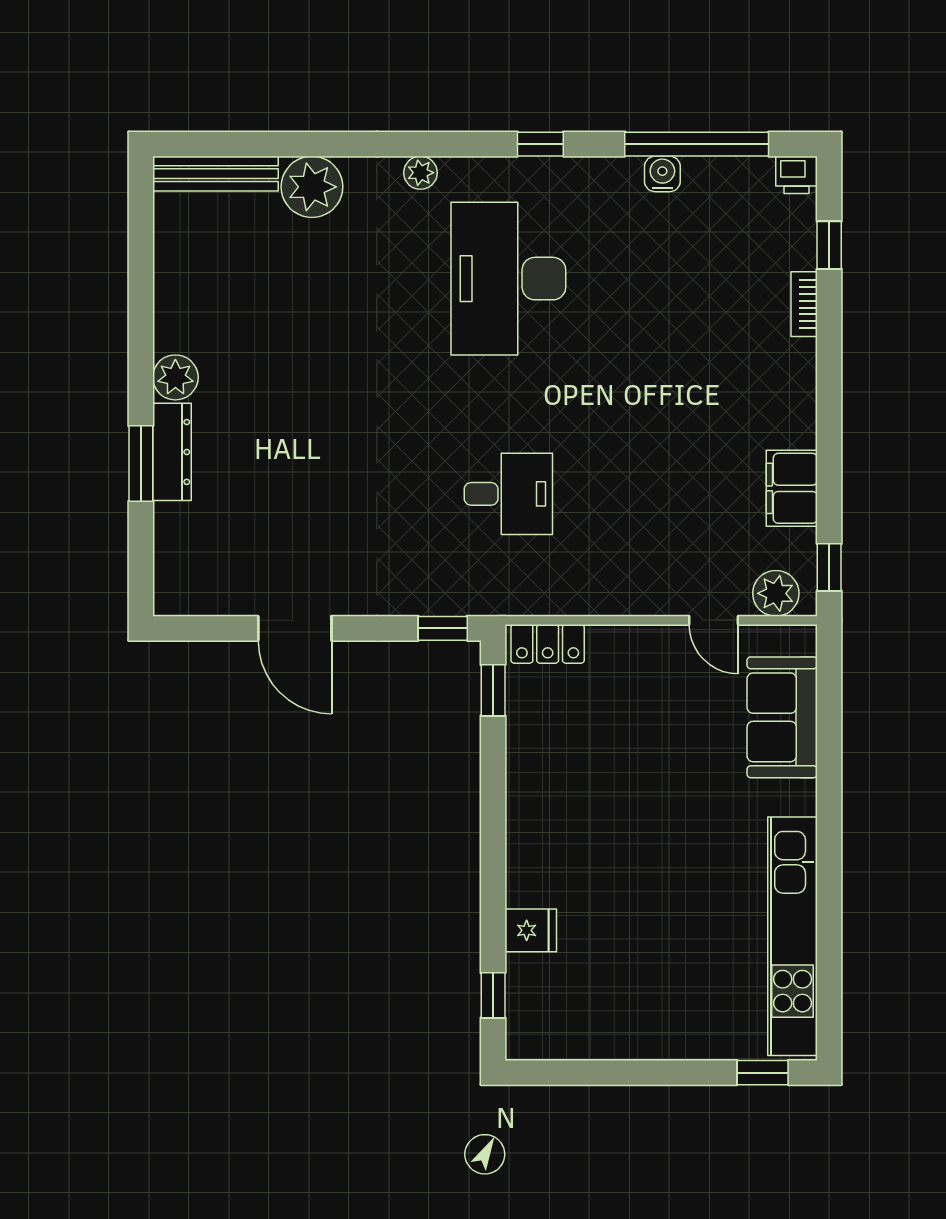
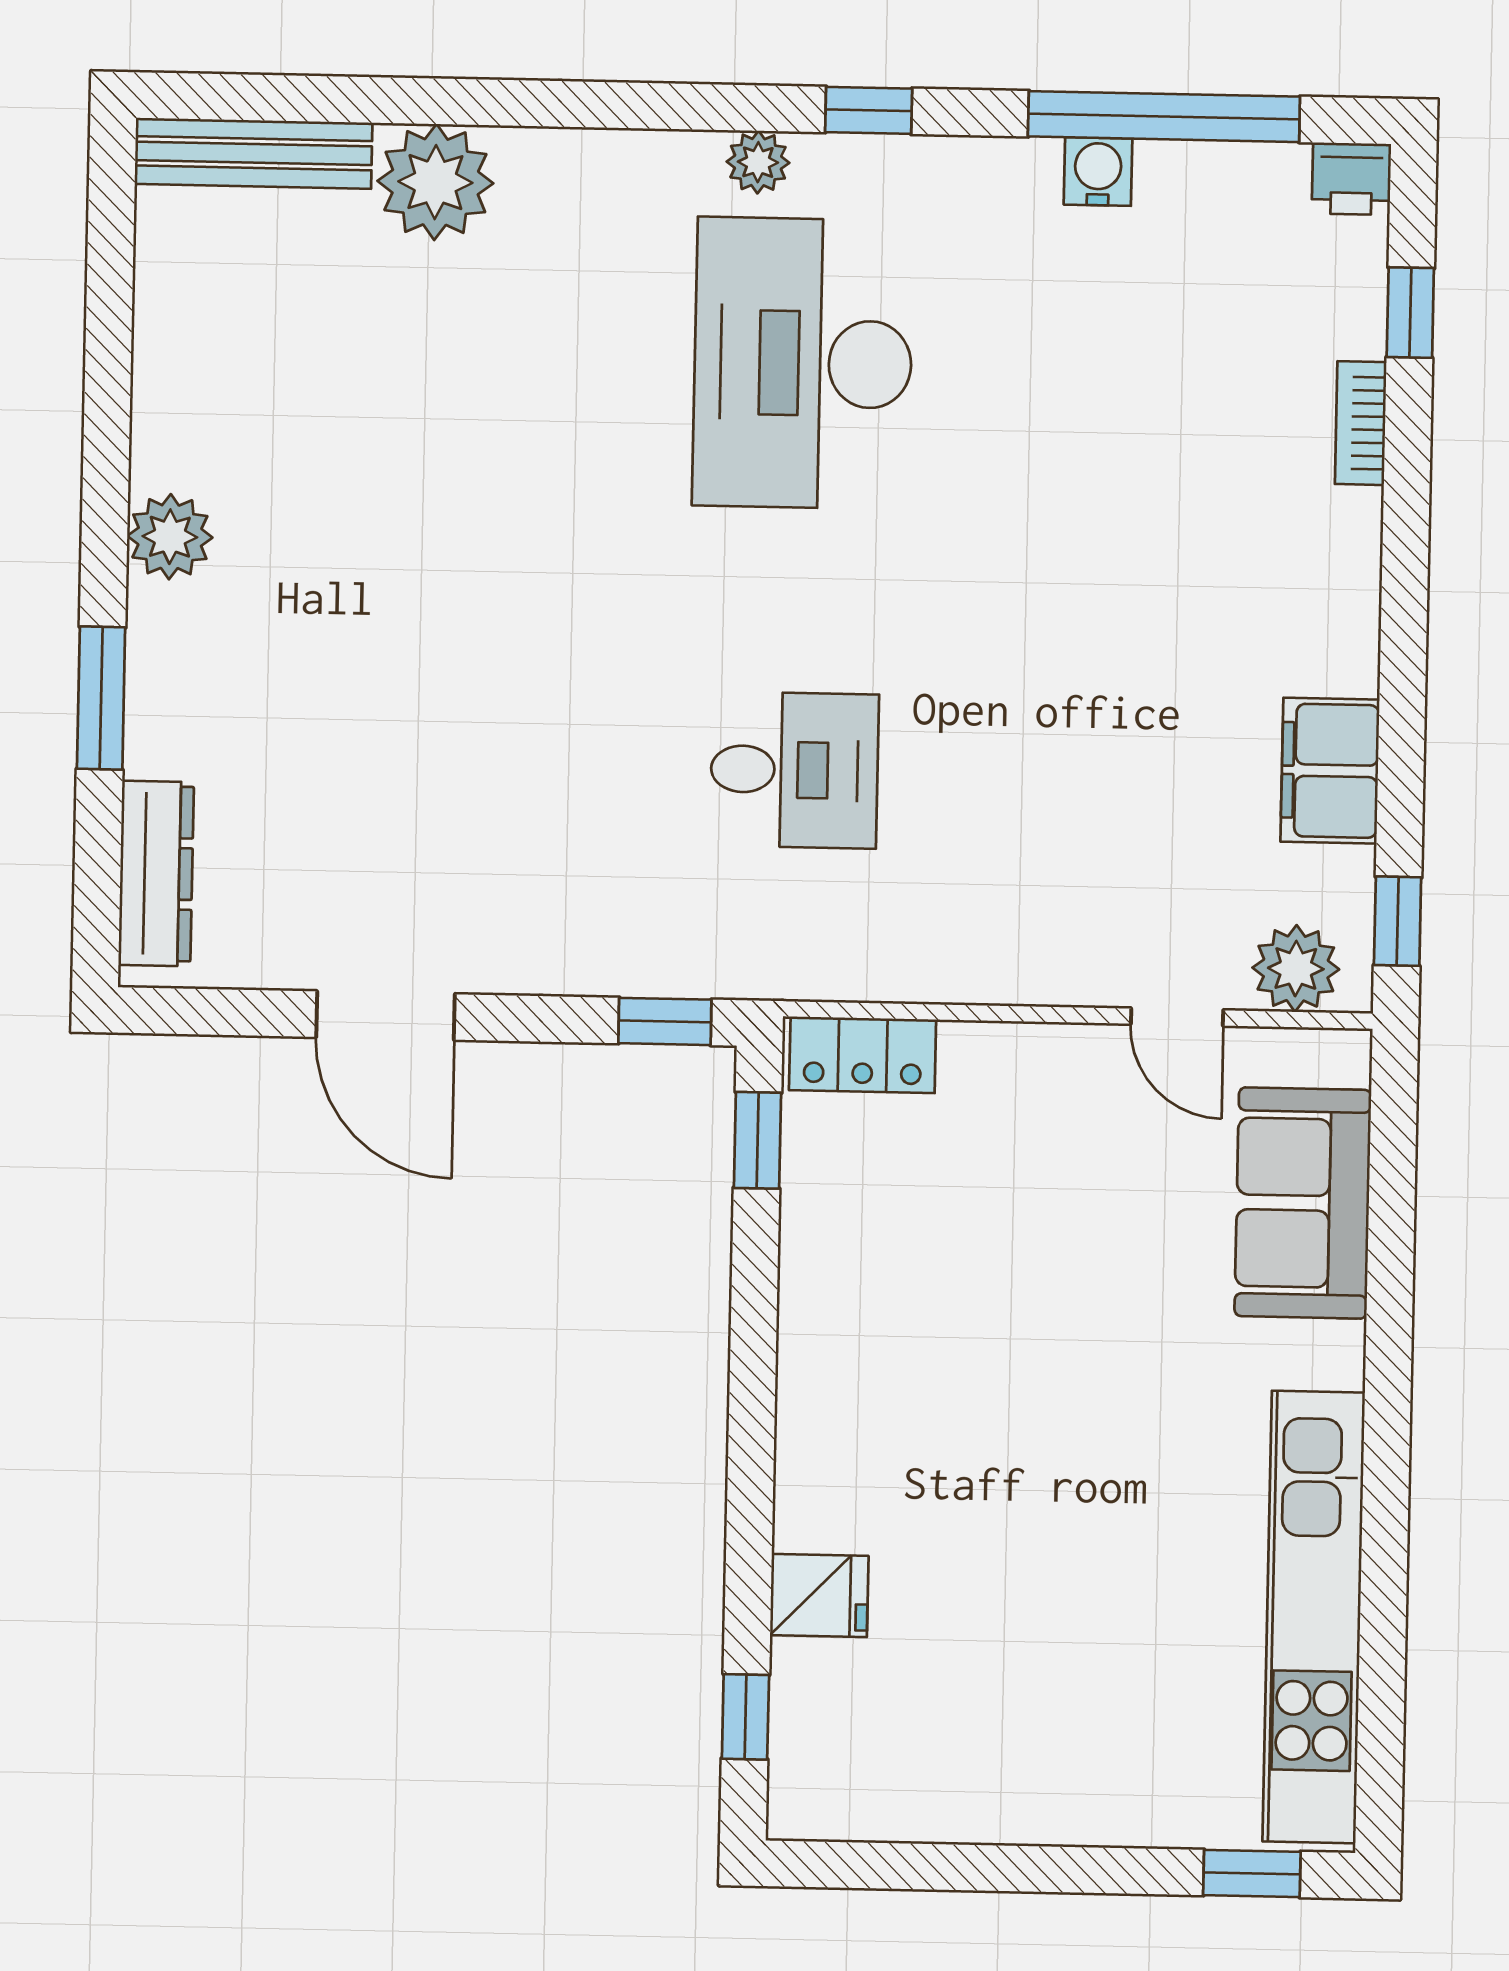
plant: (420, 173) -> (758, 162), moved
dresser: (172, 452) -> (156, 873), moved

